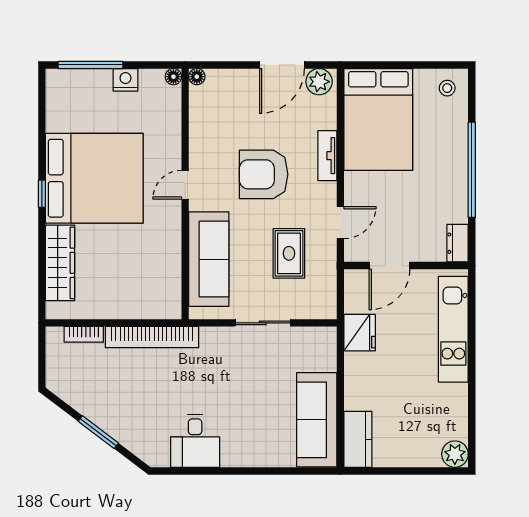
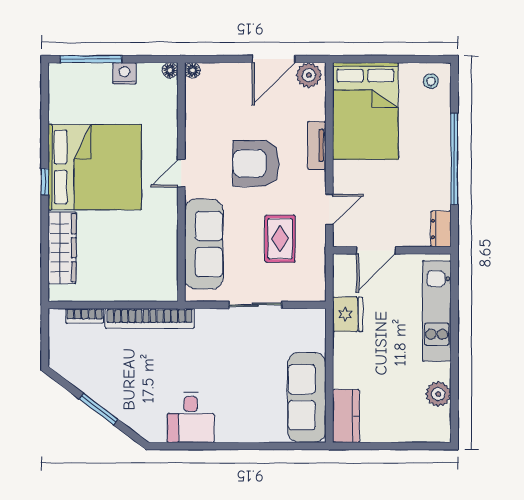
plant: (455, 454) -> (438, 394), moved

